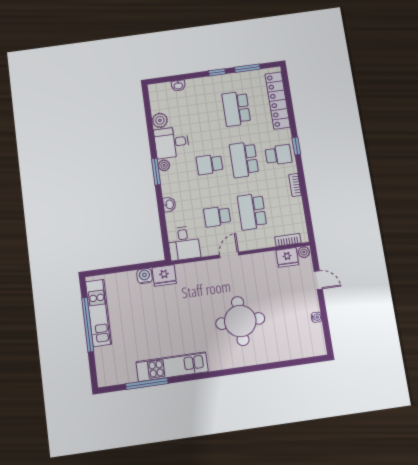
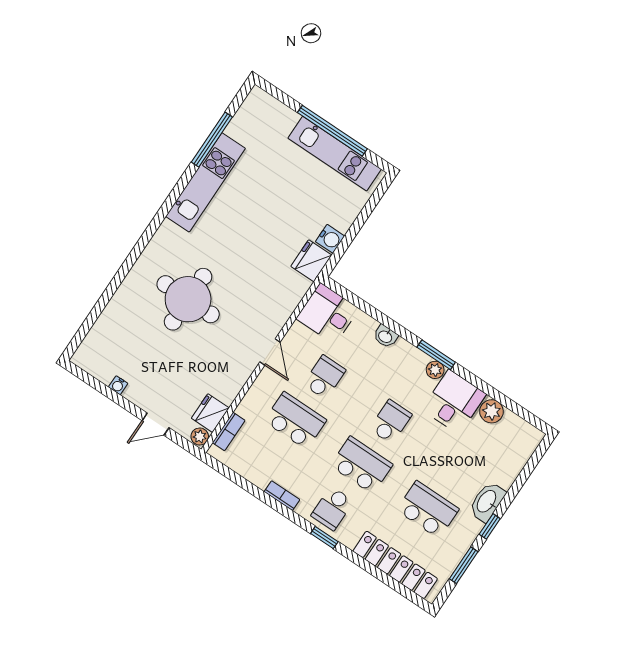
washbasin: (178, 86) -> (487, 502), moved, width x1.91, depth x1.45

